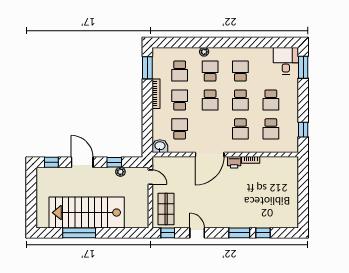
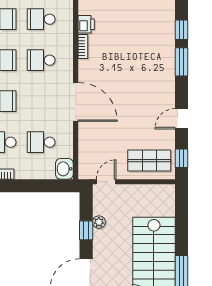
school desk: (240, 129) -> (41, 60), turned 180
school desk: (271, 129) -> (41, 19), turned 180
printer: (234, 162) -> (86, 24), moved

